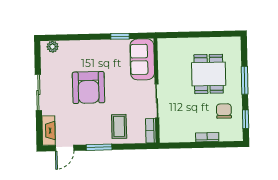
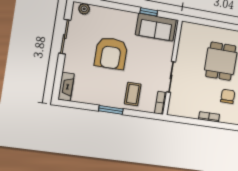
sofa: (142, 59) -> (156, 27), moved, turned -90
sliding door: (38, 93) -> (65, 37), moved
door: (65, 148) -> (78, 105), removed

